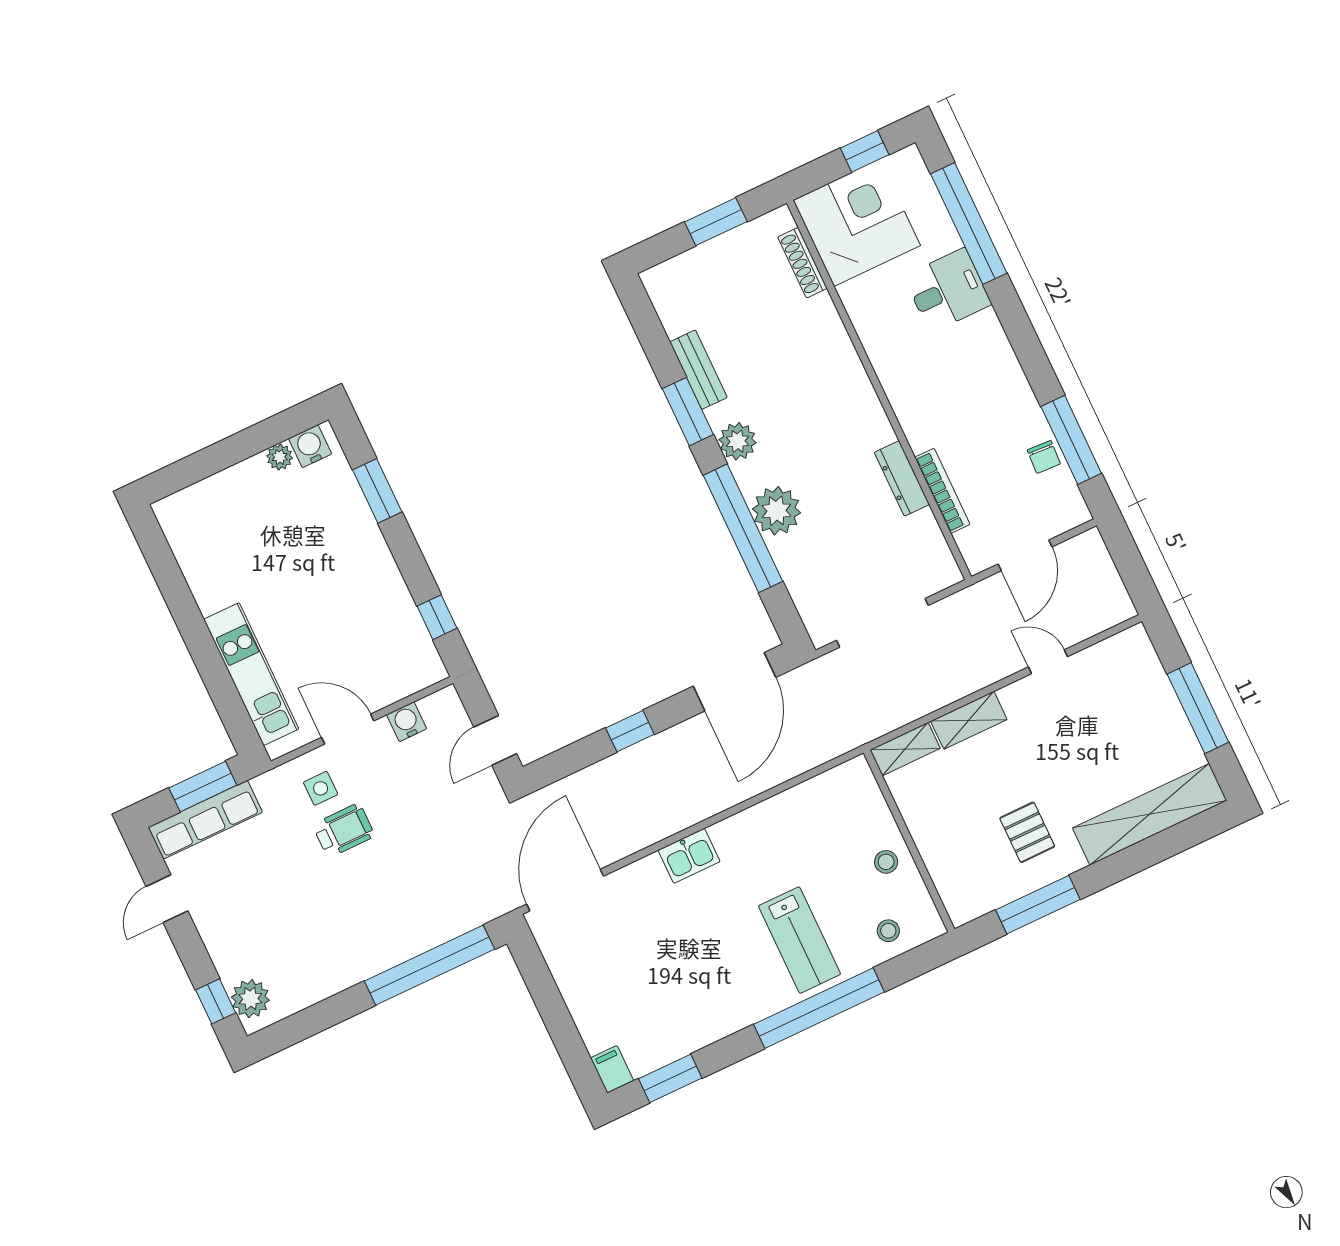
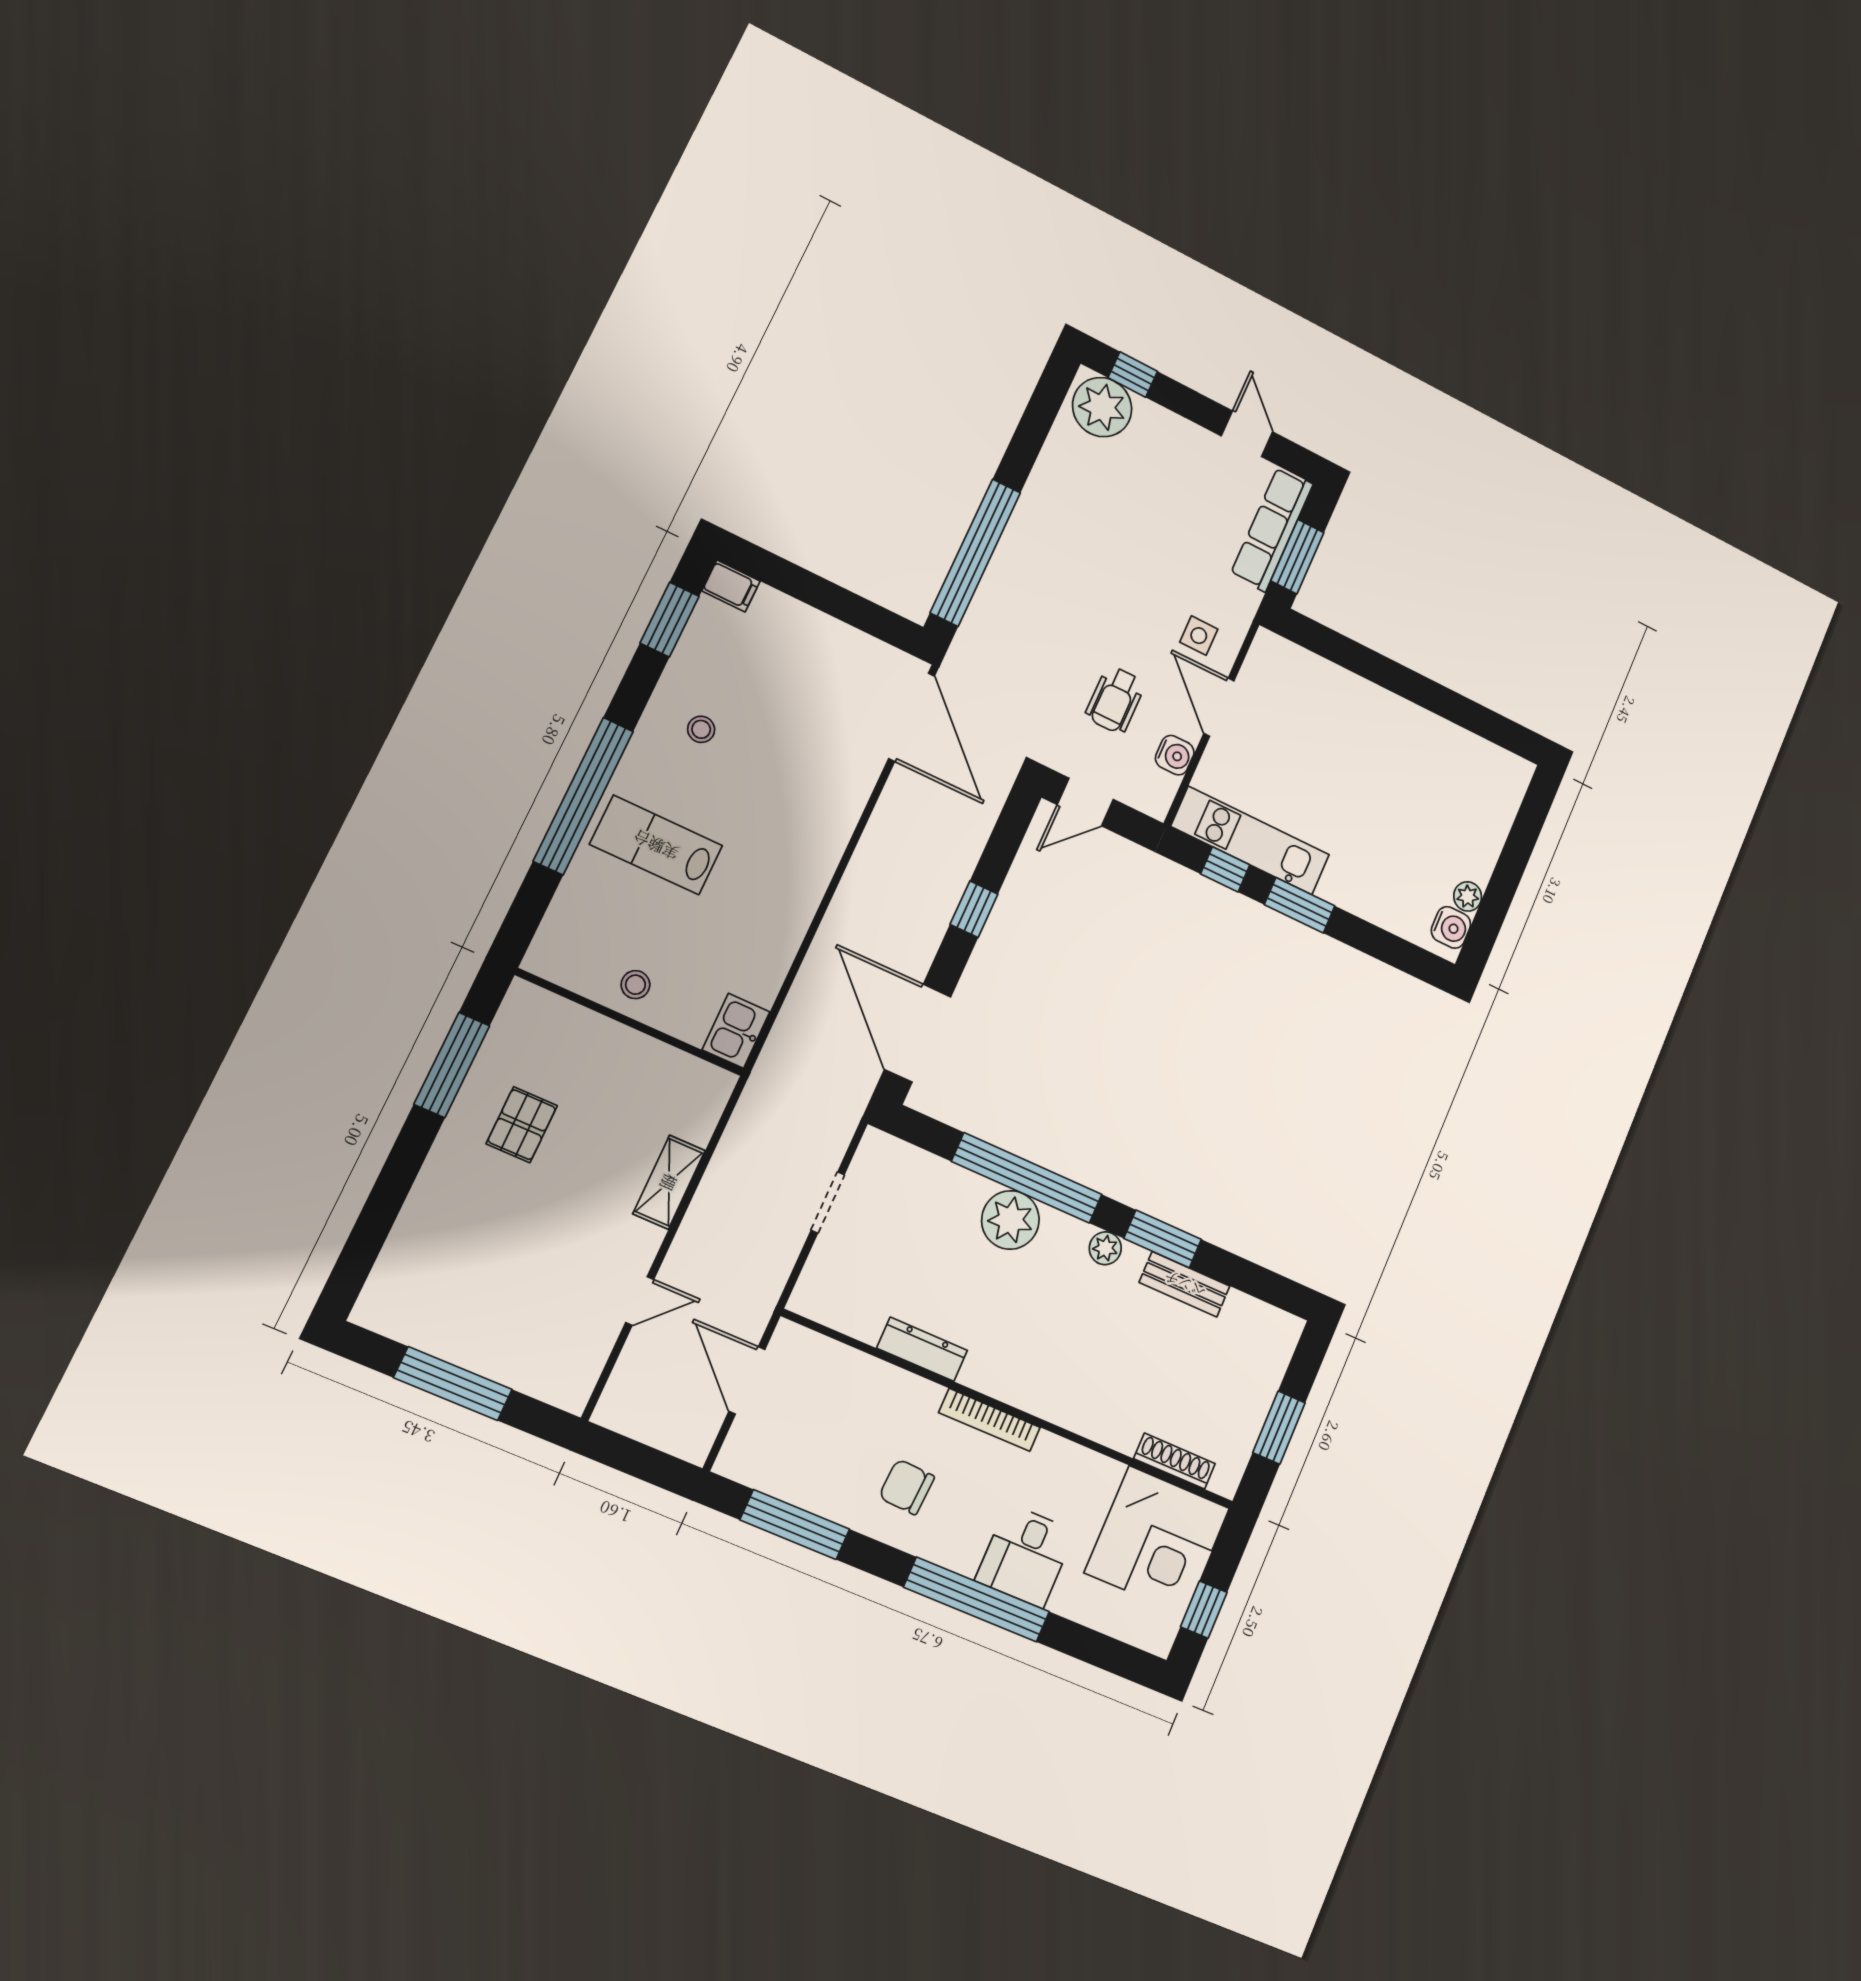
window: (969, 223) -> (977, 1600), moved
plant: (738, 441) -> (1105, 1248), width x0.73, depth x0.73
chair: (1044, 457) -> (907, 1487), moved, width x1.37, depth x1.37
window: (377, 491) -> (1300, 905), moved
bookcase: (942, 491) -> (990, 1420), moved
doorway: (882, 623) -> (828, 1202), width x0.53
kitchen unit: (251, 674) -> (1250, 841), moved, turned 180
door: (348, 729) -> (1219, 707), swing flipped
door: (495, 740) -> (1085, 802), swing flipped
shelving: (905, 749) -> (707, 1104), removed
shelving: (1150, 814) -> (414, 1242), removed
wheelchair: (344, 830) -> (1115, 700), moved
pallet: (1027, 832) -> (522, 1125), turned 90
kitchen sink: (689, 856) -> (736, 1031), moved
stool: (888, 931) -> (701, 729), moved
plant: (250, 999) -> (1102, 407), width x1.36, depth x1.36

